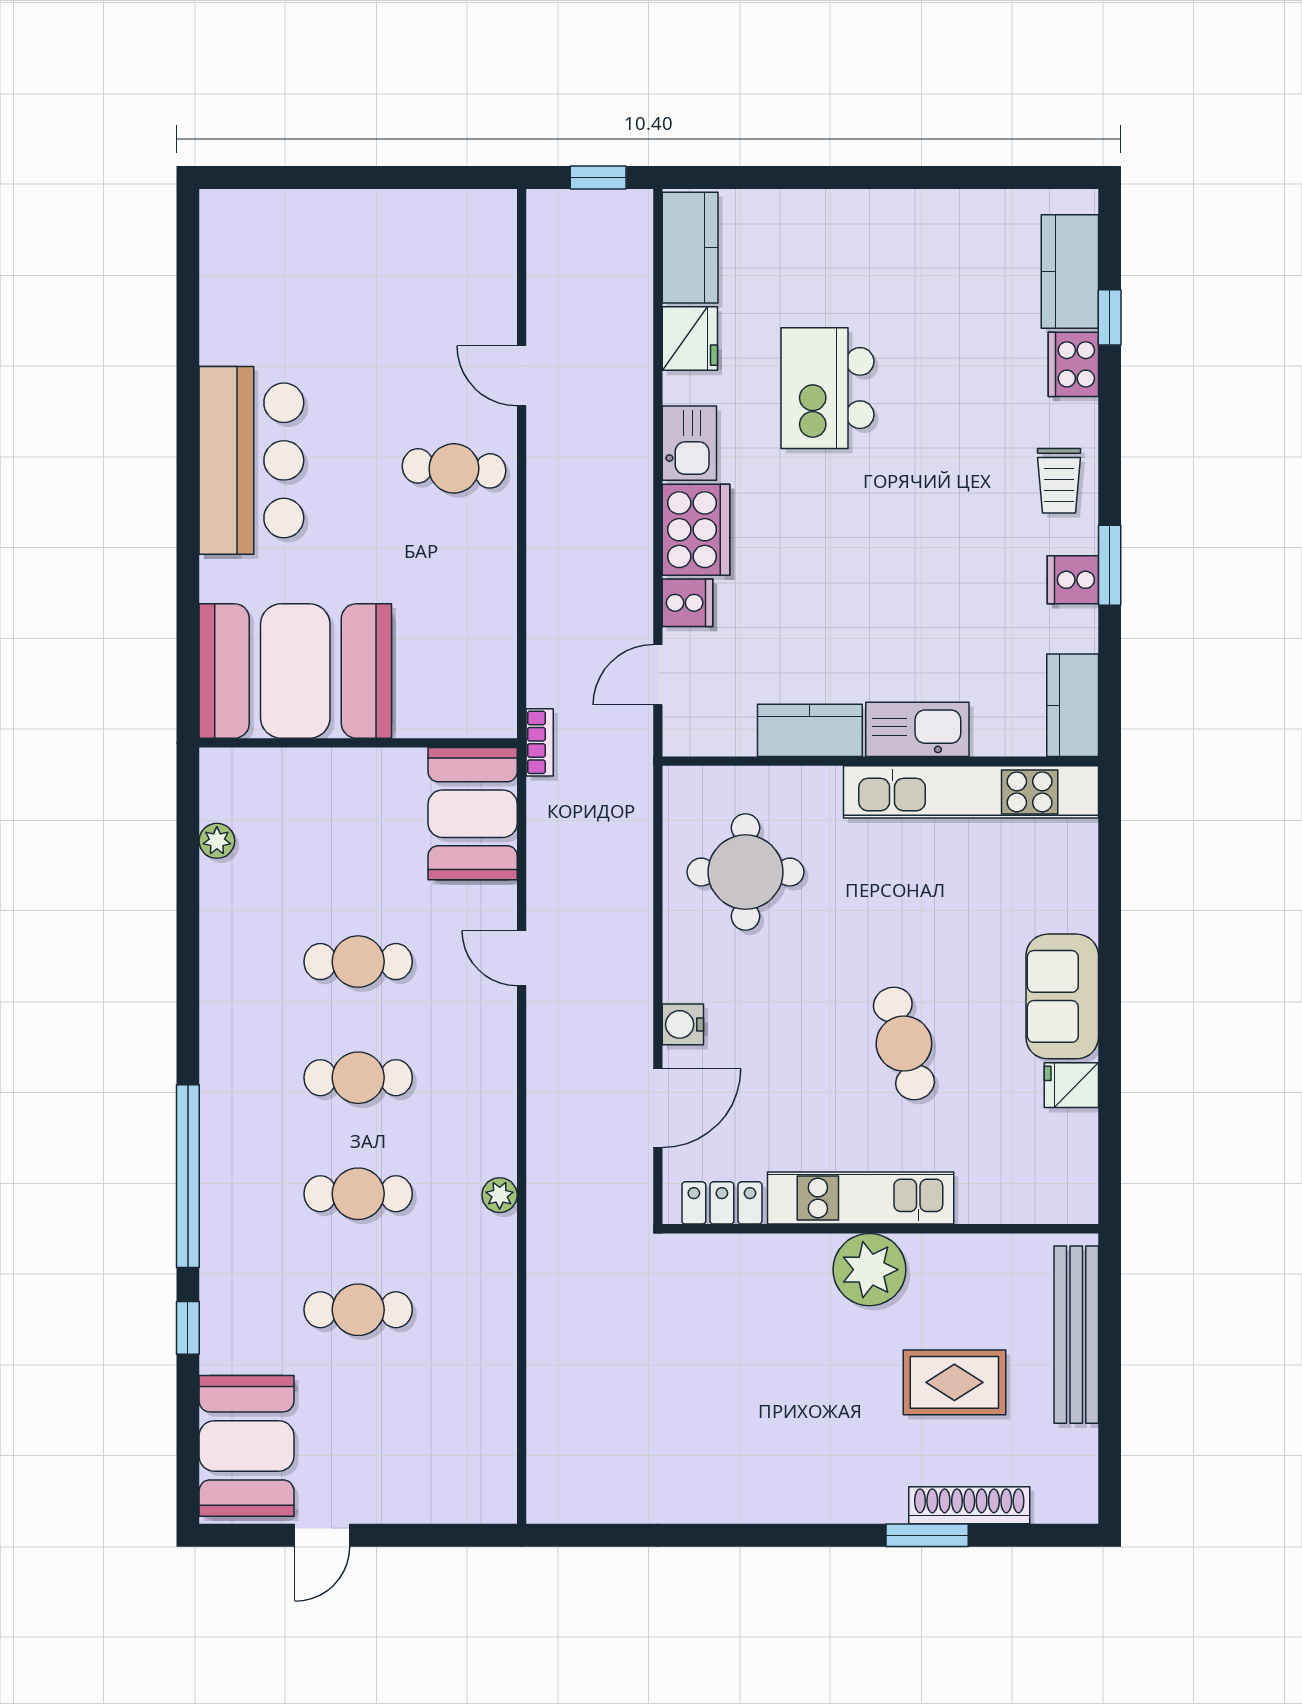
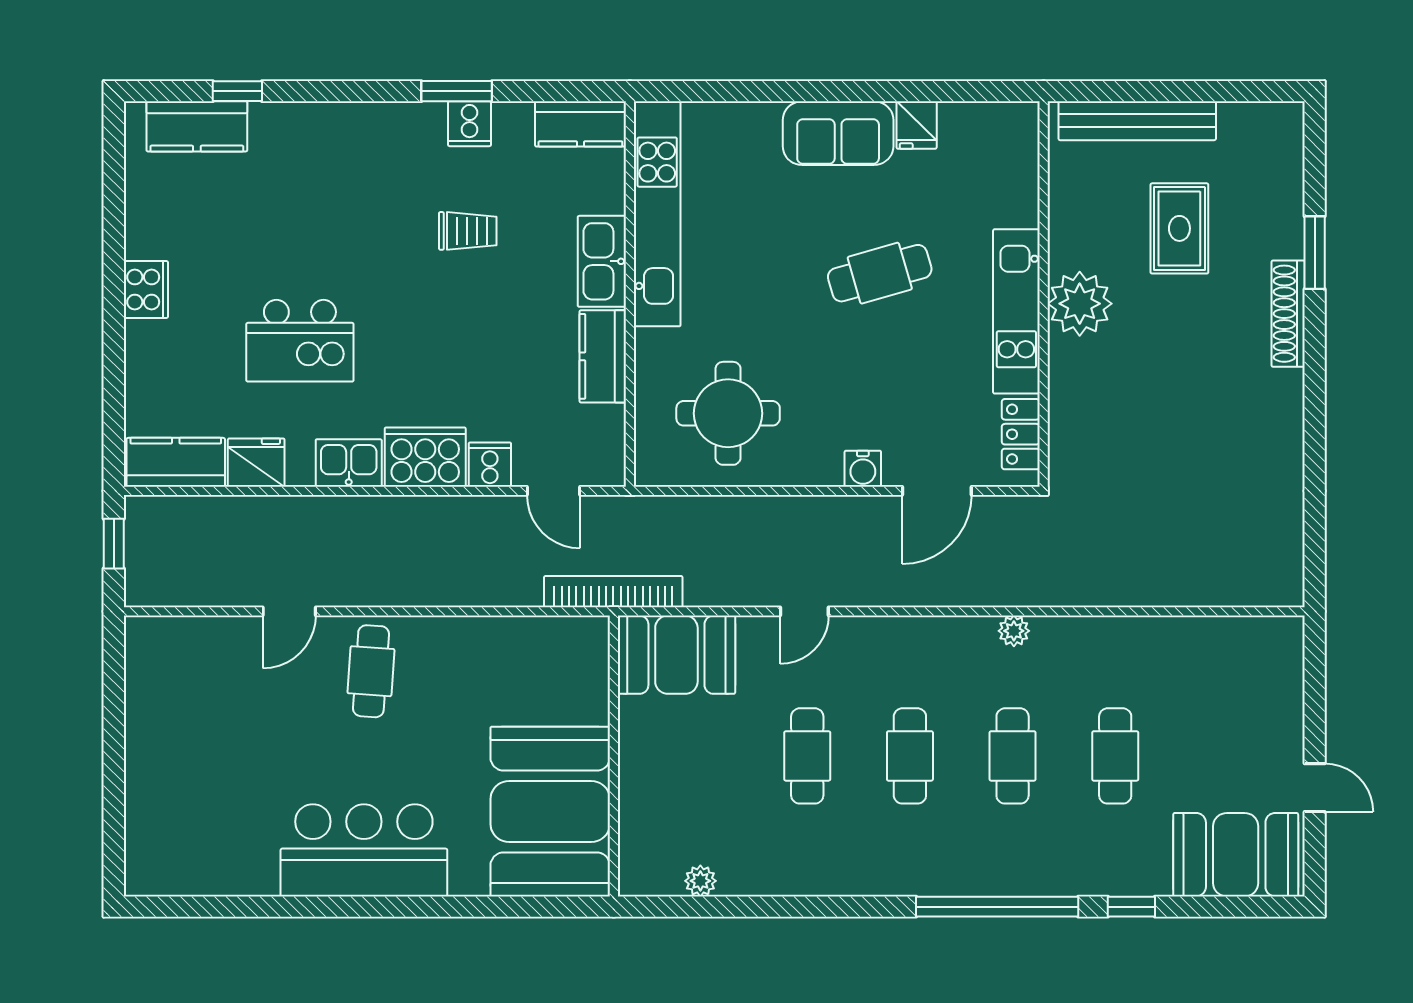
cooker: (1073, 364) -> (146, 290), moved, turned -90
trolley: (1059, 481) -> (468, 231), moved
bookcase: (540, 742) -> (613, 592), width x2.31, depth x1.31
door: (658, 1108) -> (937, 491), swing flipped
shoe rack: (969, 1505) -> (1288, 314), moved

